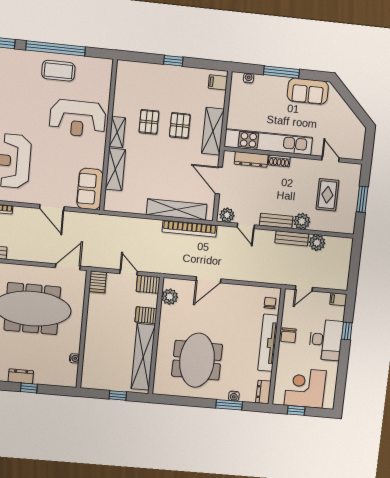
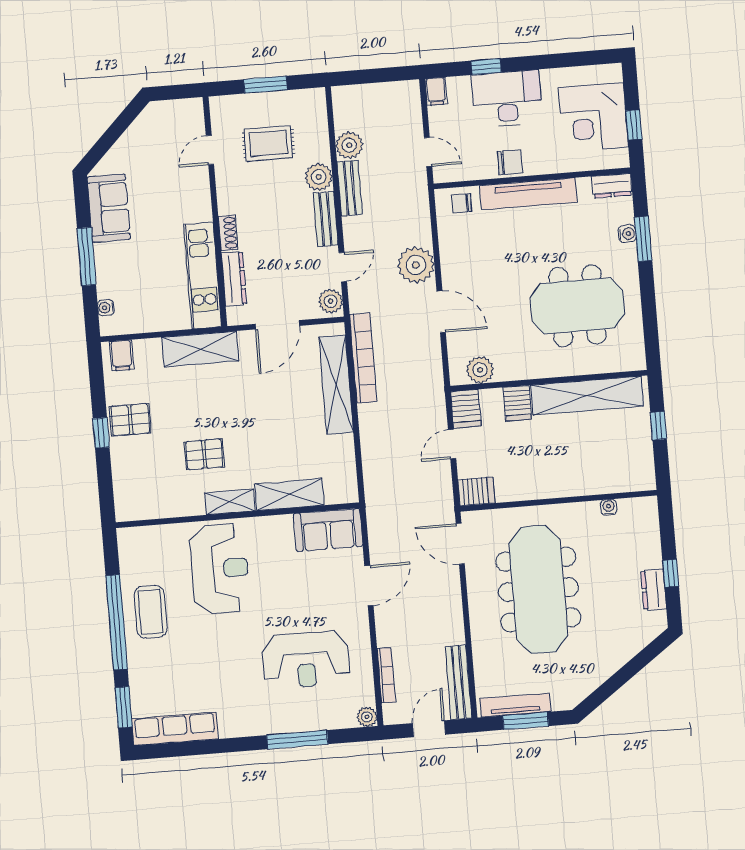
pallet: (180, 126) -> (130, 420), moved
kitchen unit: (268, 142) -> (203, 275), width x0.73
plant: (239, 270) -> (416, 265), added

